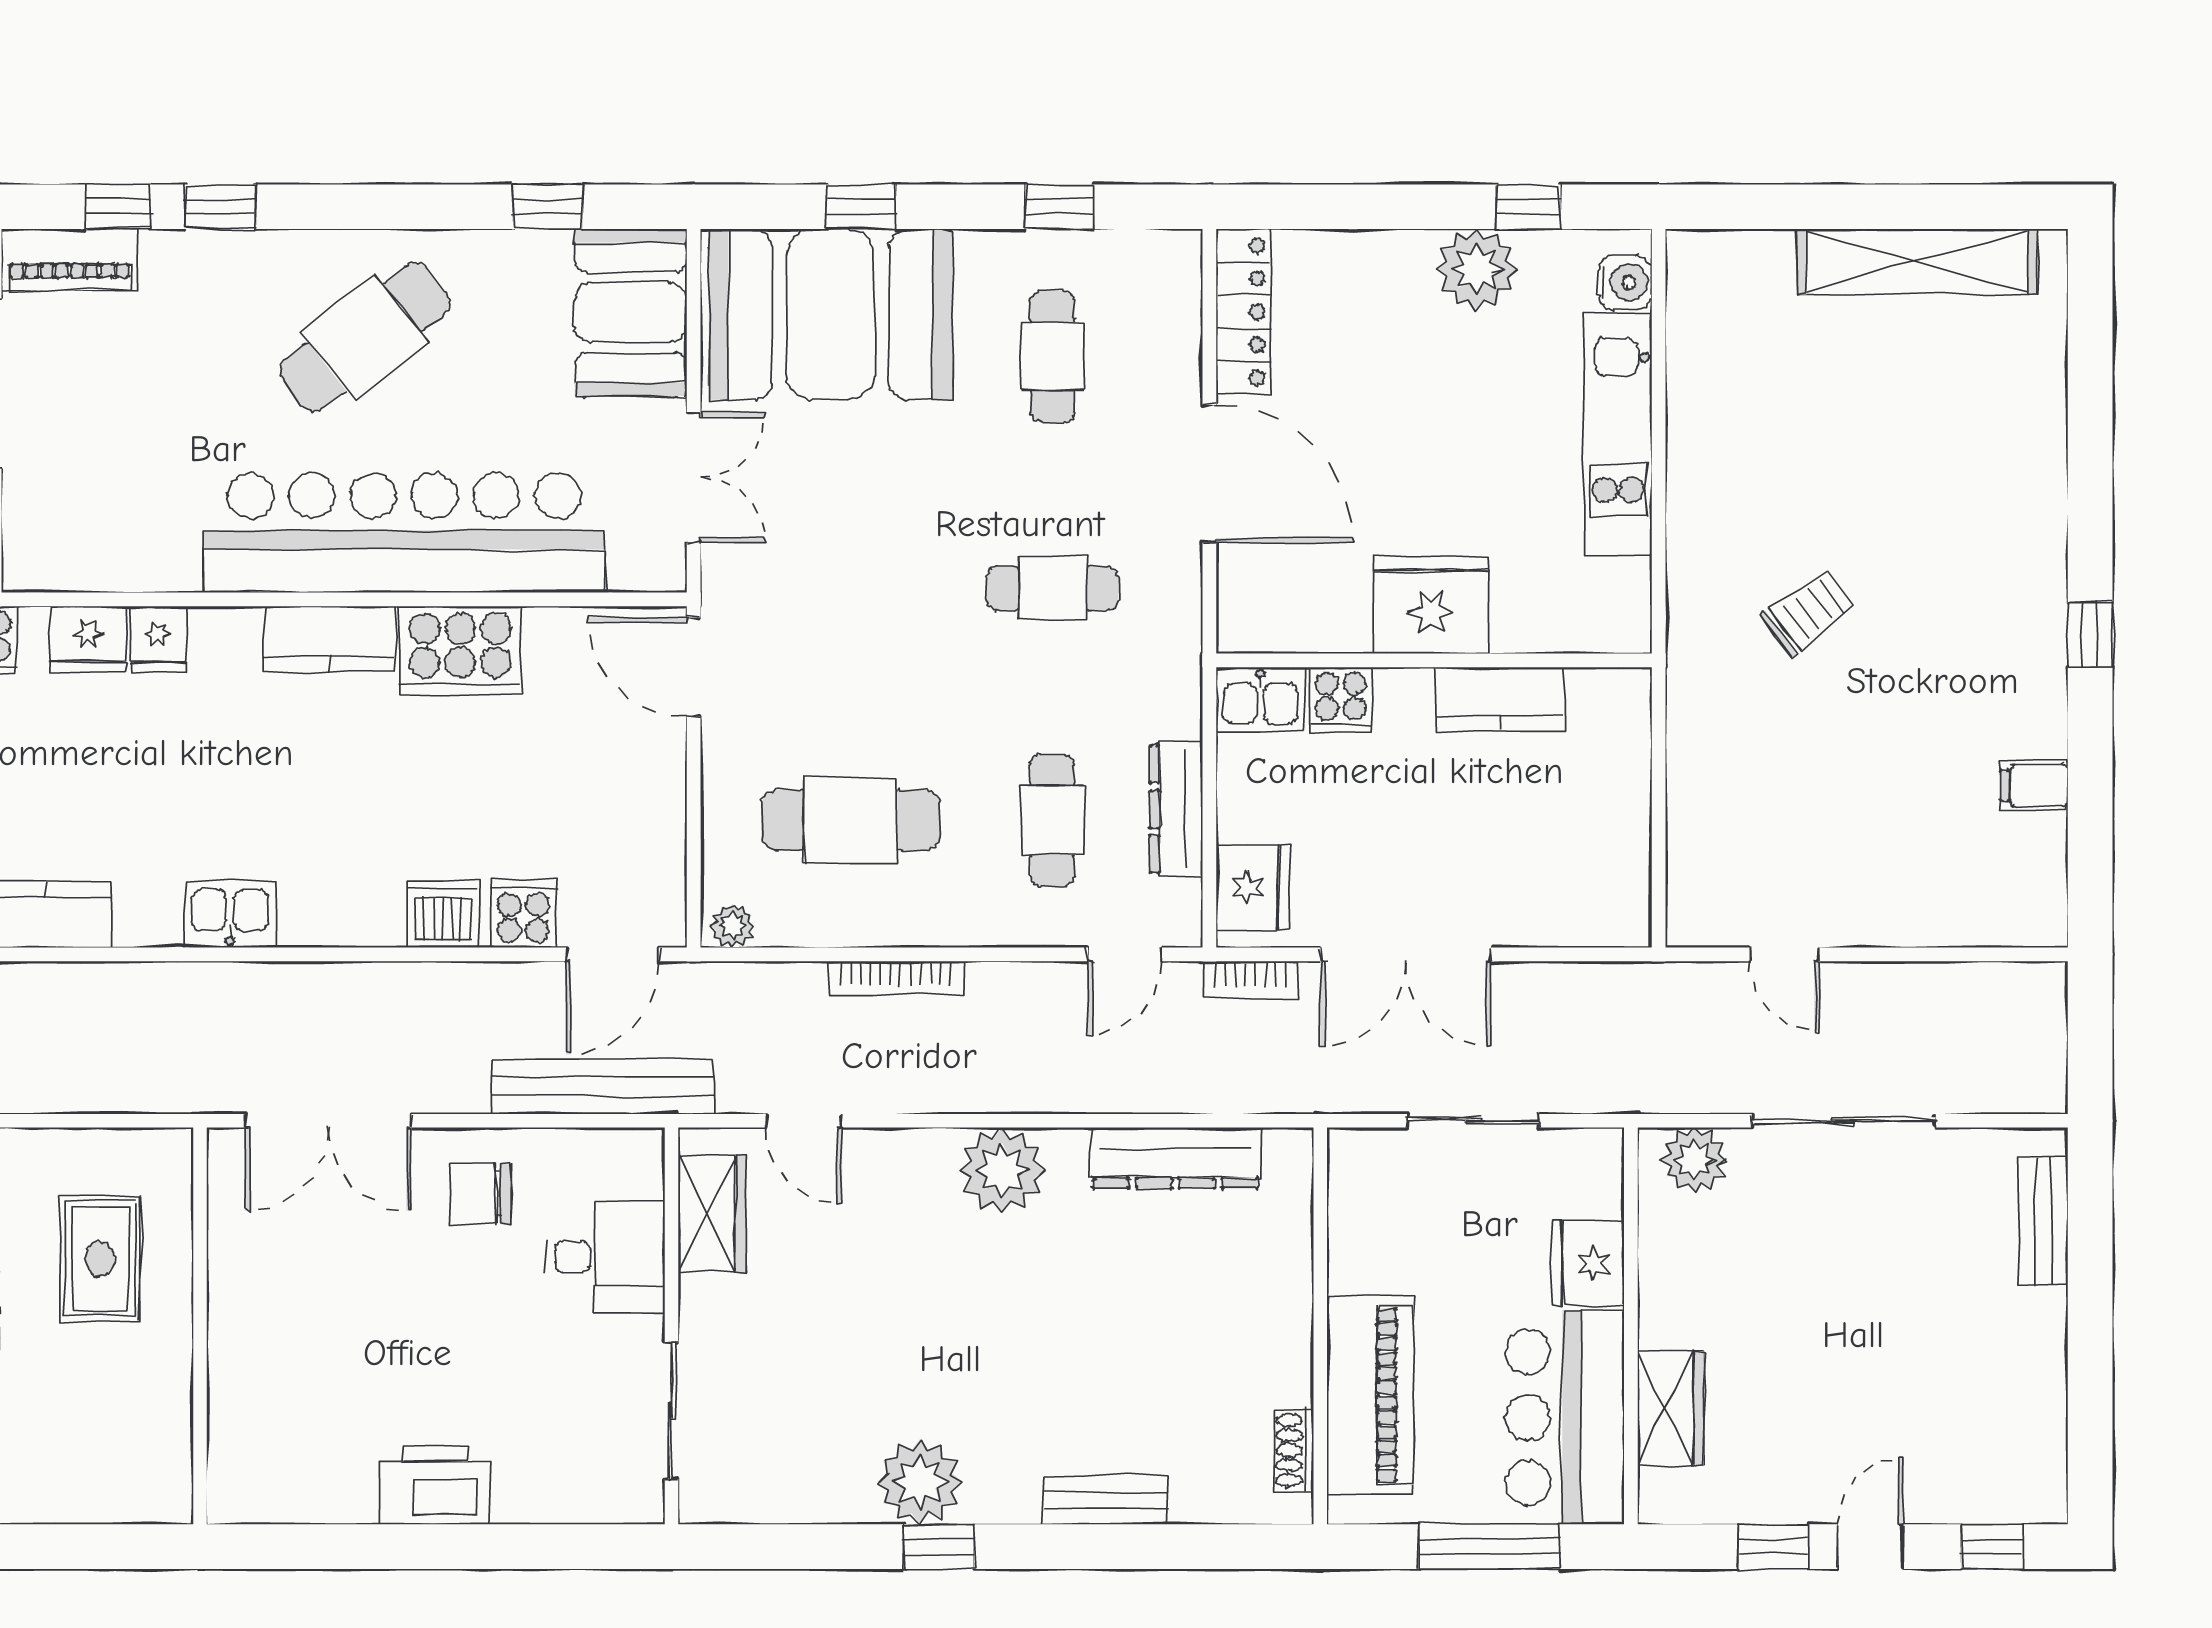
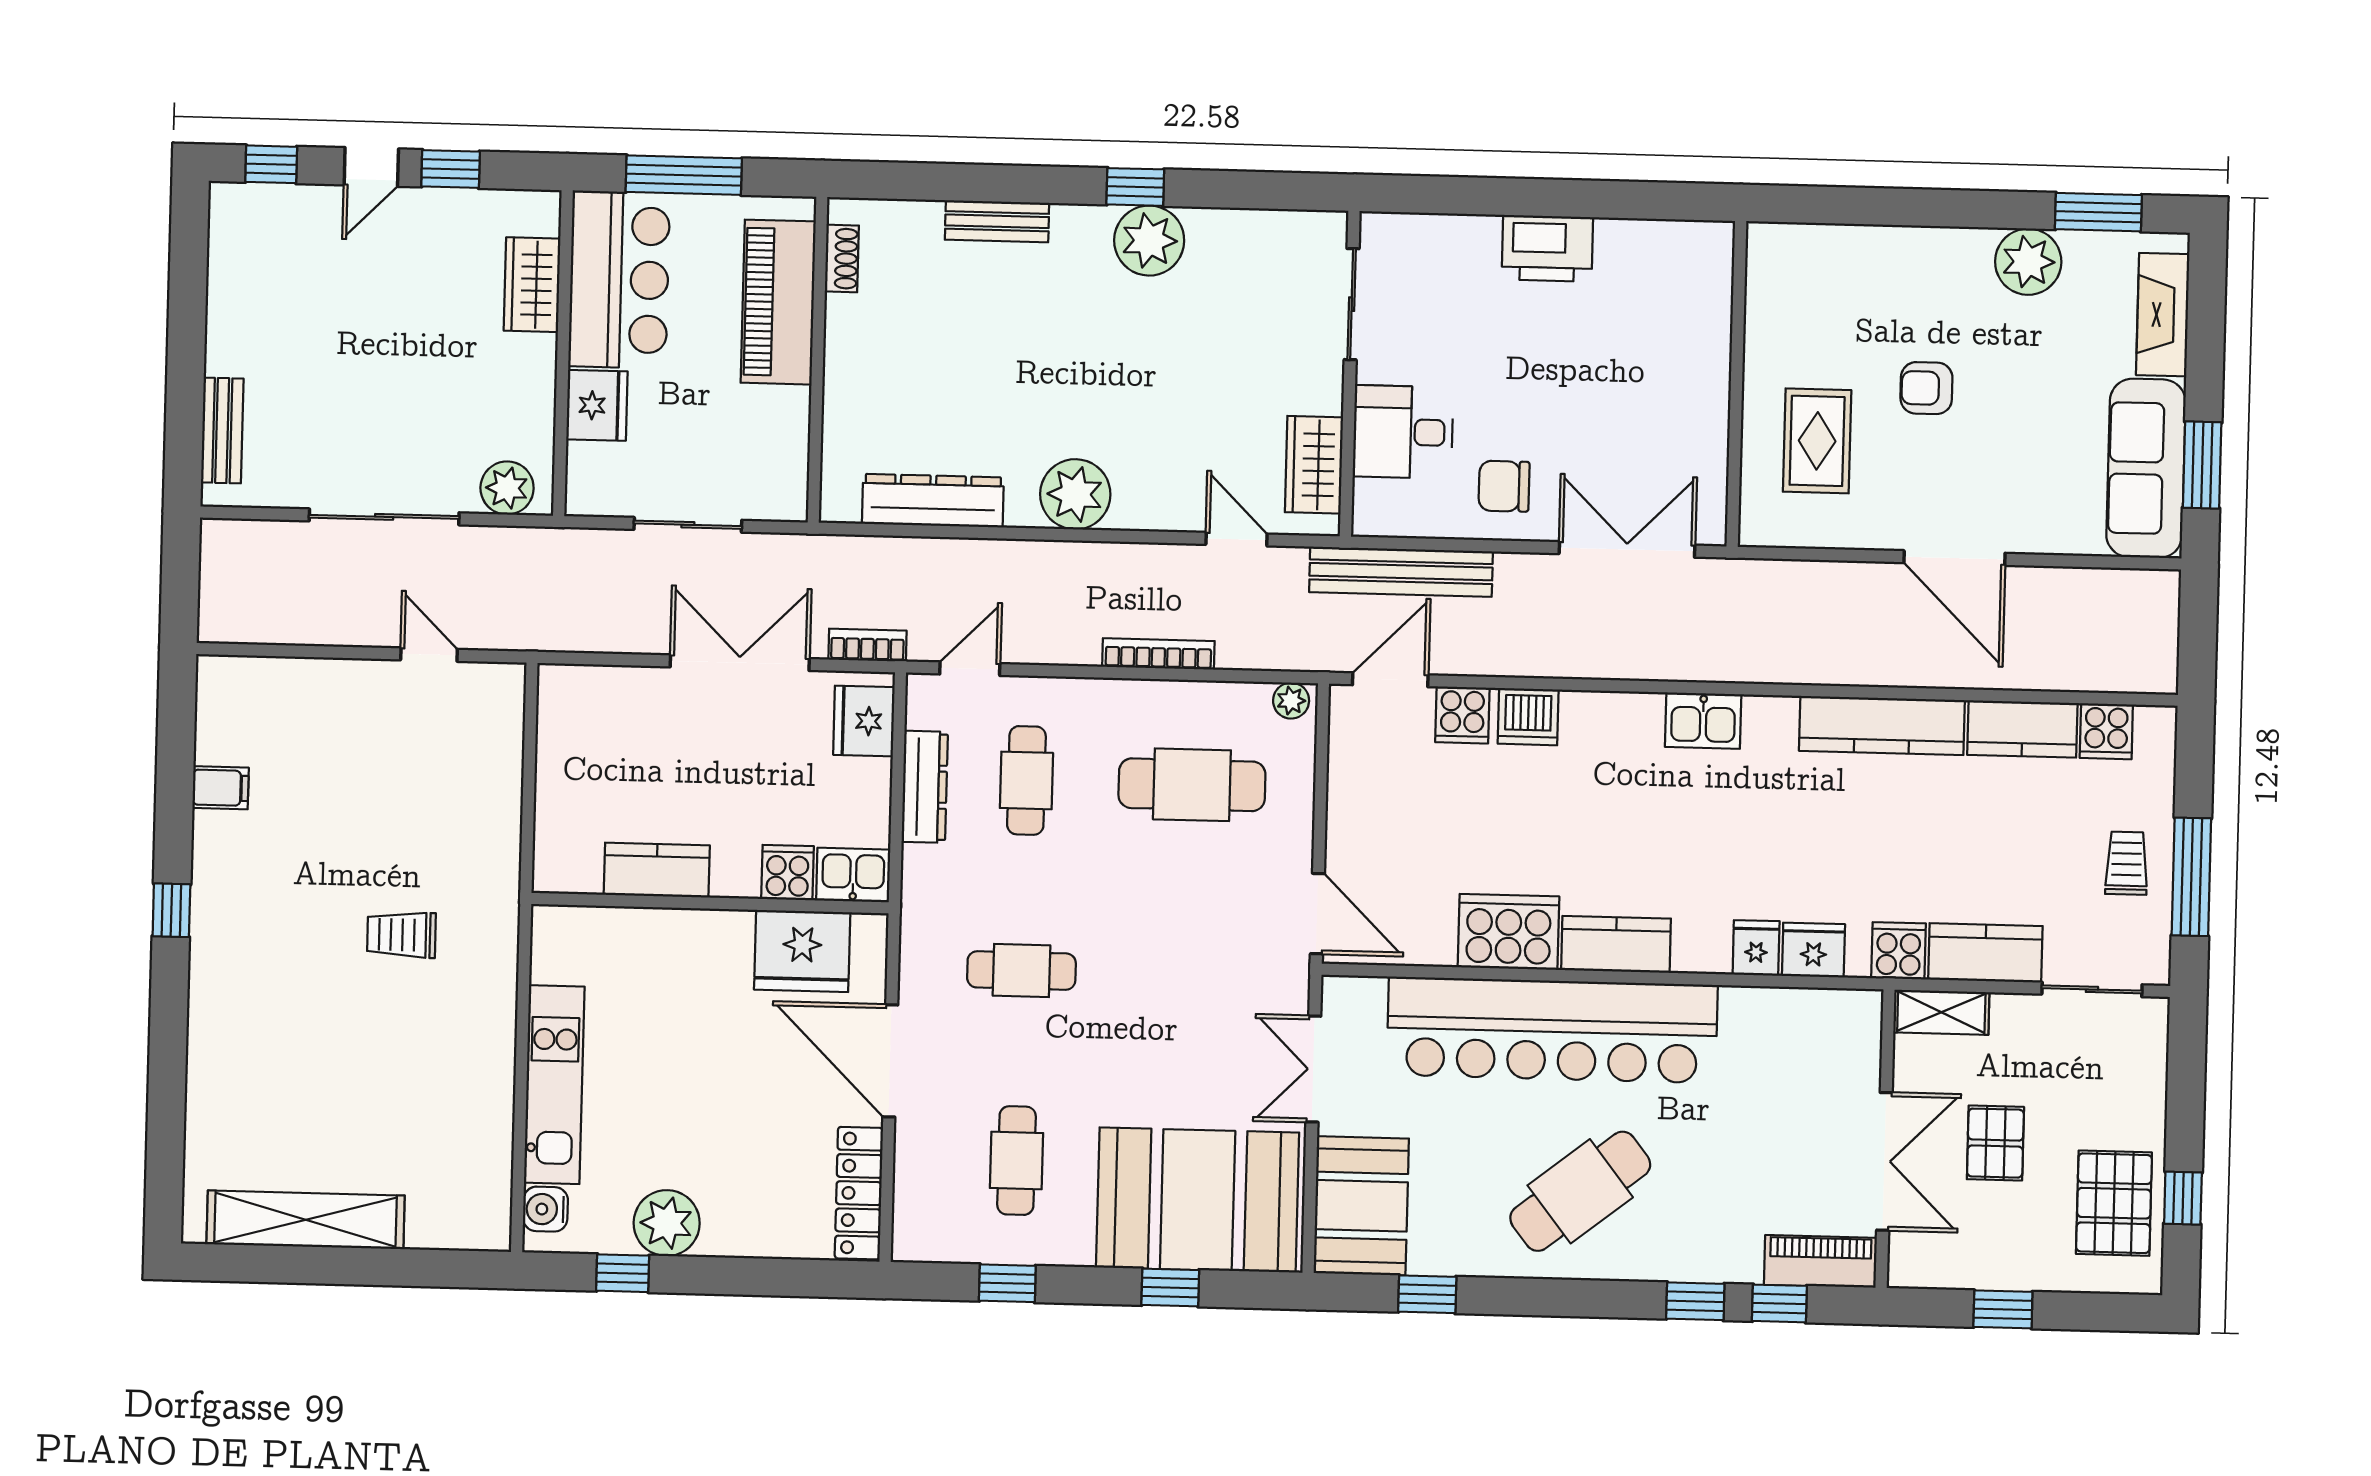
fridge: (1431, 605) -> (802, 951), moved
trolley: (1809, 612) -> (401, 935), turned 36
chair: (480, 1194) -> (1504, 486), turned 180

